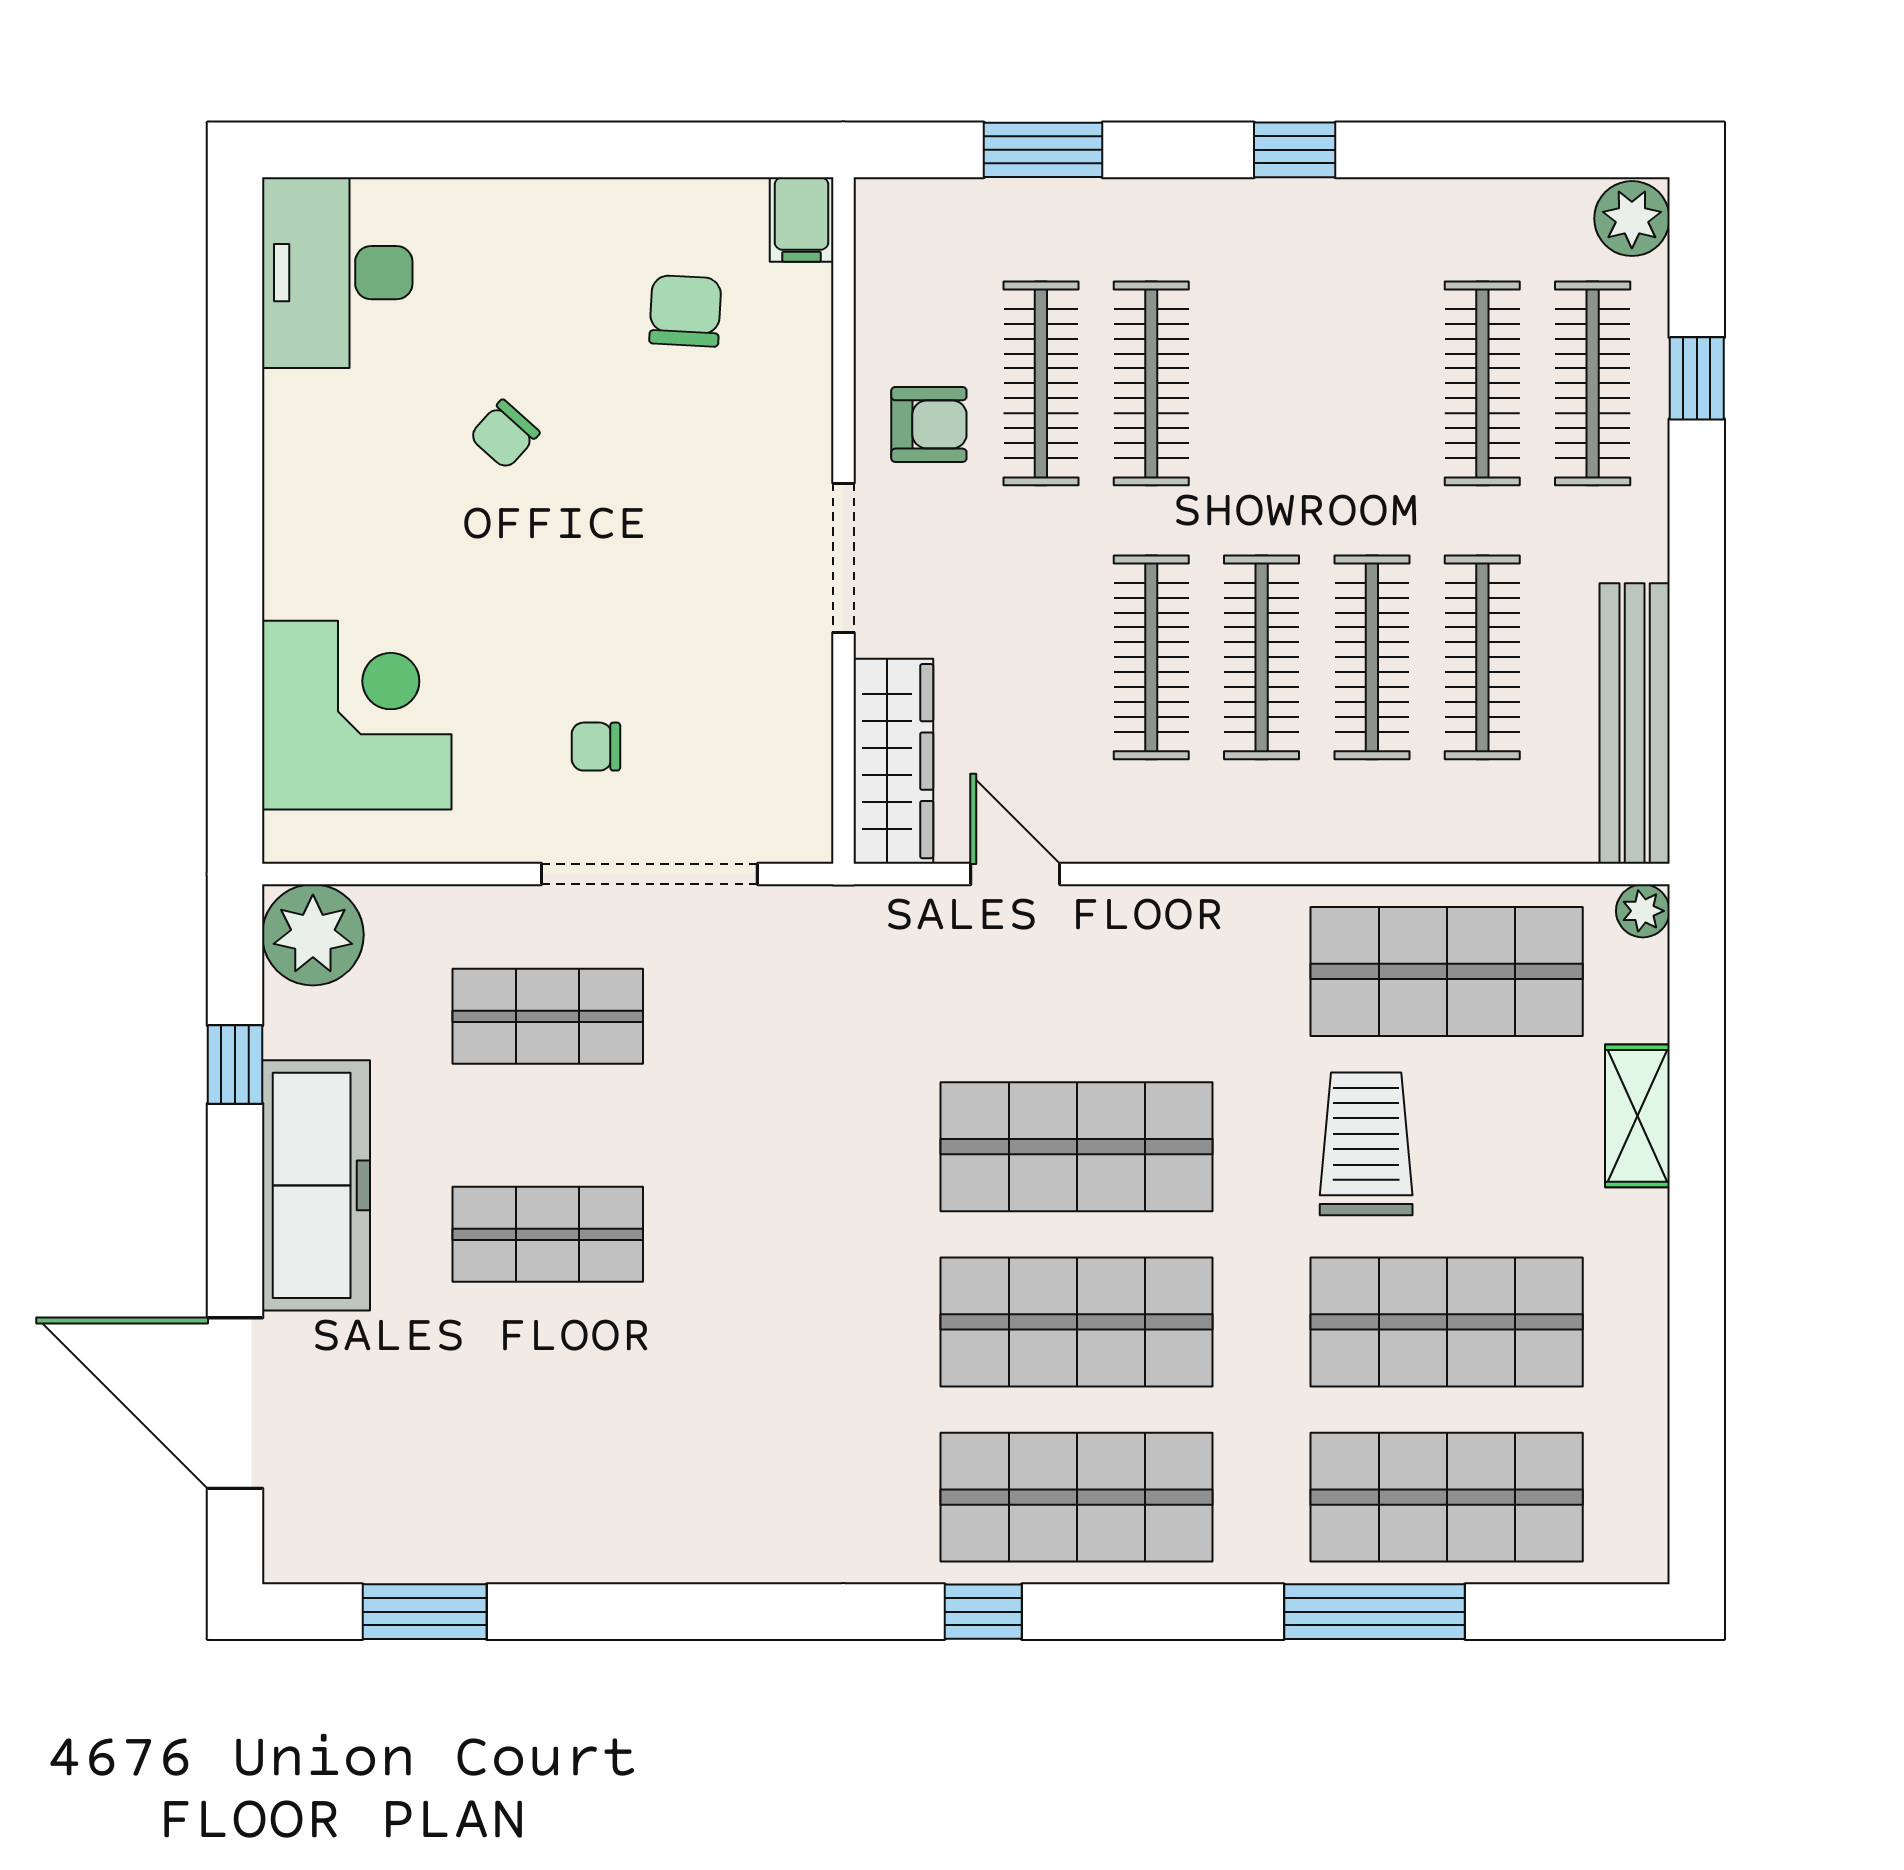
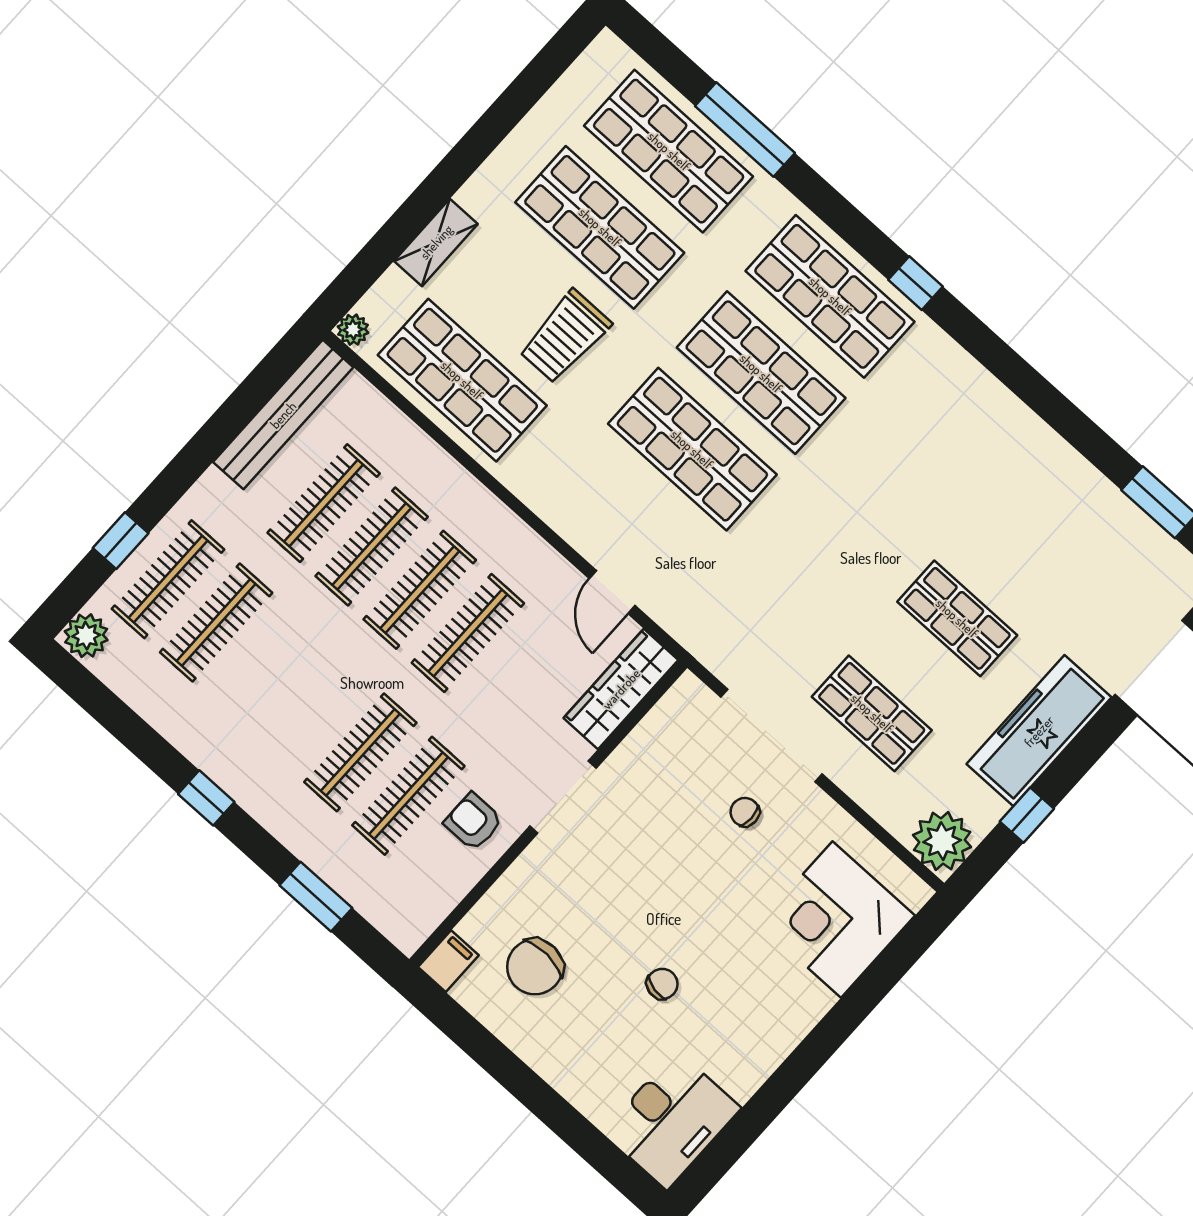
chair: (685, 311) -> (535, 967), width x1.37, depth x1.37
chair: (504, 434) -> (662, 984), turned -30
chair: (596, 747) -> (745, 812), turned 180

